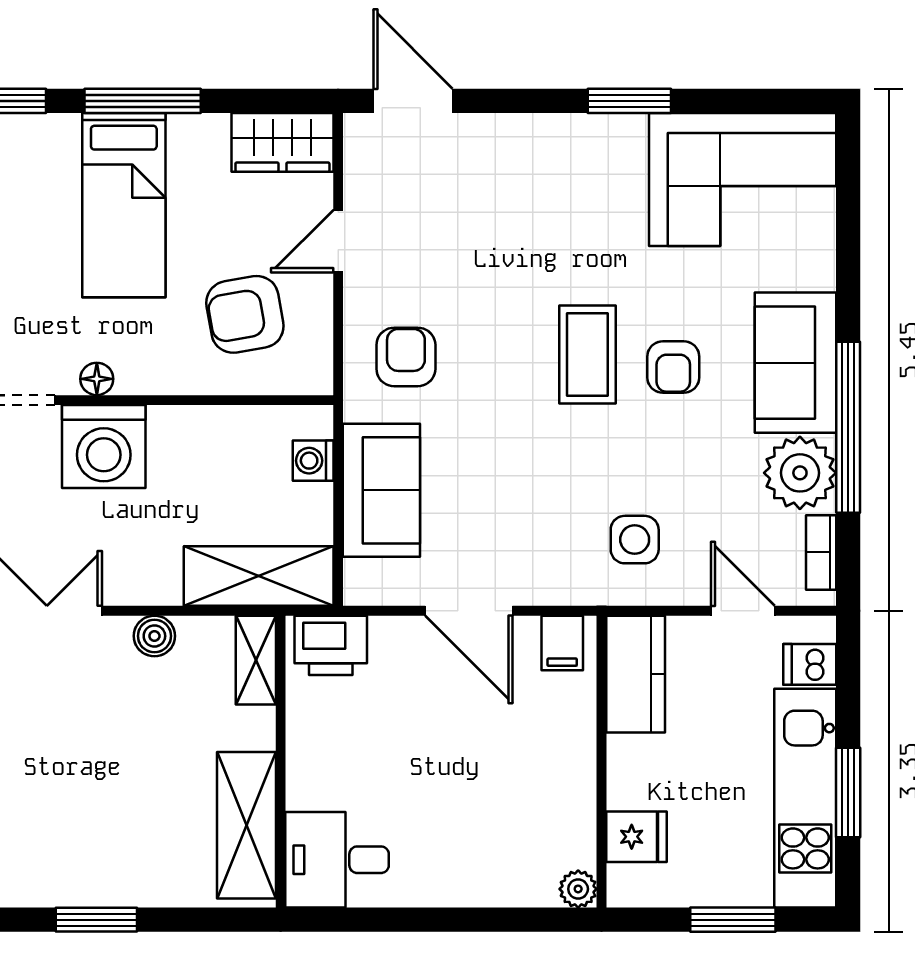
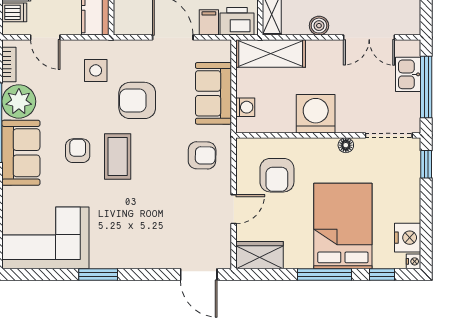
bed: (124, 205) -> (343, 226), width x1.50
armchair: (245, 314) -> (277, 175), turned 100
armchair: (406, 357) -> (202, 155), turned -89
washing machine: (104, 446) -> (316, 114), moved
armchair: (545, 475) -> (137, 100), added
filing cabinet: (562, 643) -> (209, 22), moved

